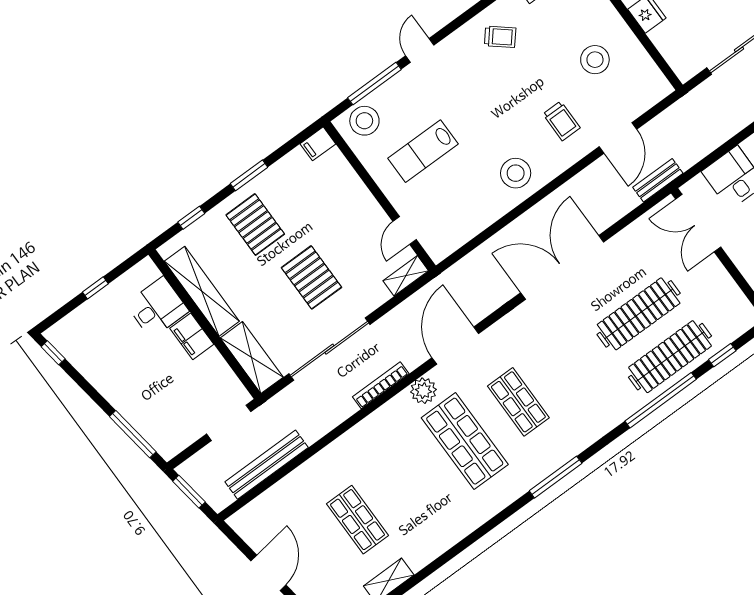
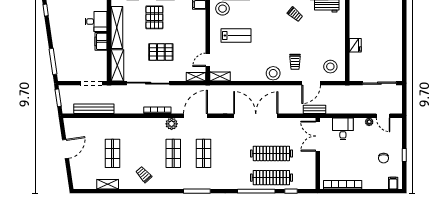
stool: (595, 60) -> (330, 67), moved
lab bench: (423, 151) -> (236, 36), turned 180
stool: (516, 173) -> (273, 73), moved
shelving: (448, 244) -> (220, 77), added
pallet: (311, 277) -> (161, 52), turned 90
shop shelf: (465, 441) -> (173, 153), width x0.70, depth x0.74
trolley: (440, 516) -> (144, 174), added

